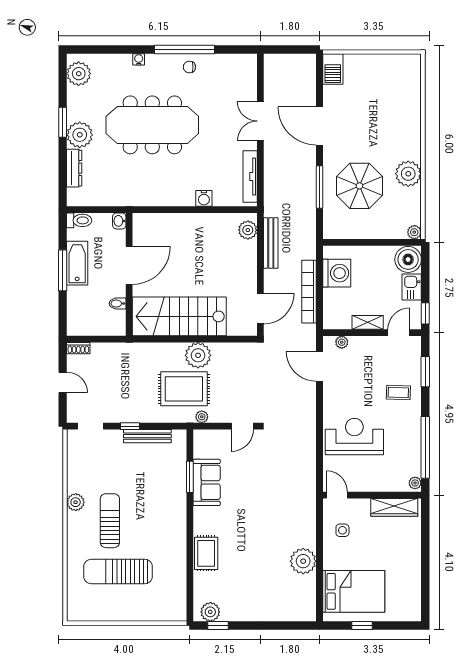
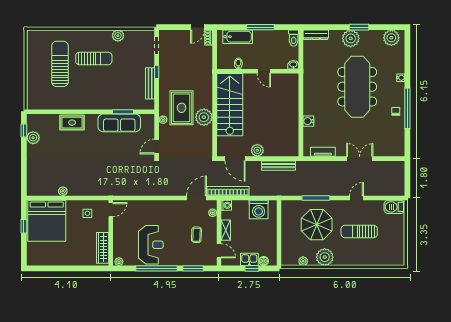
sun lounger: (370, 122) -> (359, 232), added
door: (319, 126) -> (357, 198), width x0.53
dresser: (74, 168) -> (316, 35), moved
tv unit: (250, 176) -> (323, 152), width x0.71
plant: (248, 230) -> (257, 150), moved
plant: (414, 232) -> (303, 261), moved
boiler: (408, 259) -> (264, 261), width x0.54, depth x0.54
bathtub: (77, 263) -> (238, 37), moved
door: (129, 265) -> (264, 71), width x0.53
bookcase: (309, 292) -> (228, 191), moved
window: (425, 313) -> (252, 268), moved
washing machine: (330, 322) -> (226, 205), added
door: (63, 382) -> (197, 27), moved
coffee table: (398, 393) -> (196, 235), moved
door: (242, 426) -> (157, 147), hinge flipped
reception desk: (354, 437) -> (151, 245), moved
window: (425, 447) -> (157, 268), moved
sofa: (207, 482) -> (119, 123), width x1.36
plant: (76, 502) -> (118, 36), moved
plant: (303, 561) -> (63, 191), width x0.53, depth x0.53
bed: (354, 591) -> (47, 221), width x1.36
plant: (210, 612) -> (33, 138), moved

